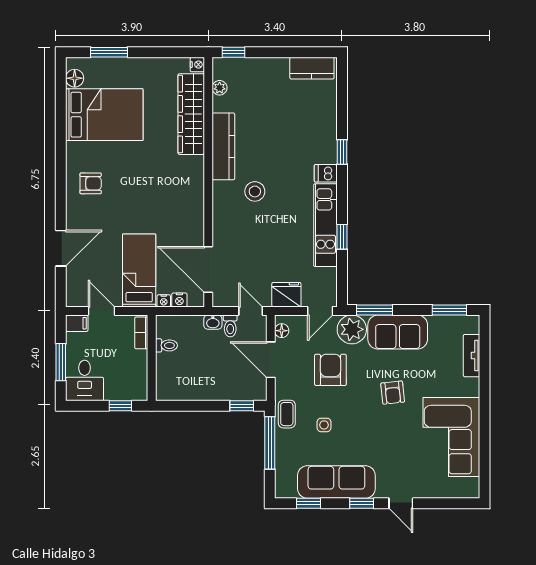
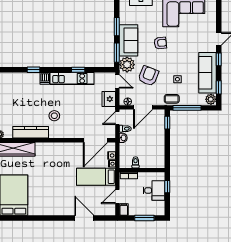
armchair: (91, 183) -> (50, 202), removed
window: (449, 310) -> (117, 27), moved
armchair: (330, 370) -> (148, 76), turned 112
desk: (85, 380) -> (154, 190), moved
plant: (286, 488) -> (211, 99), added

